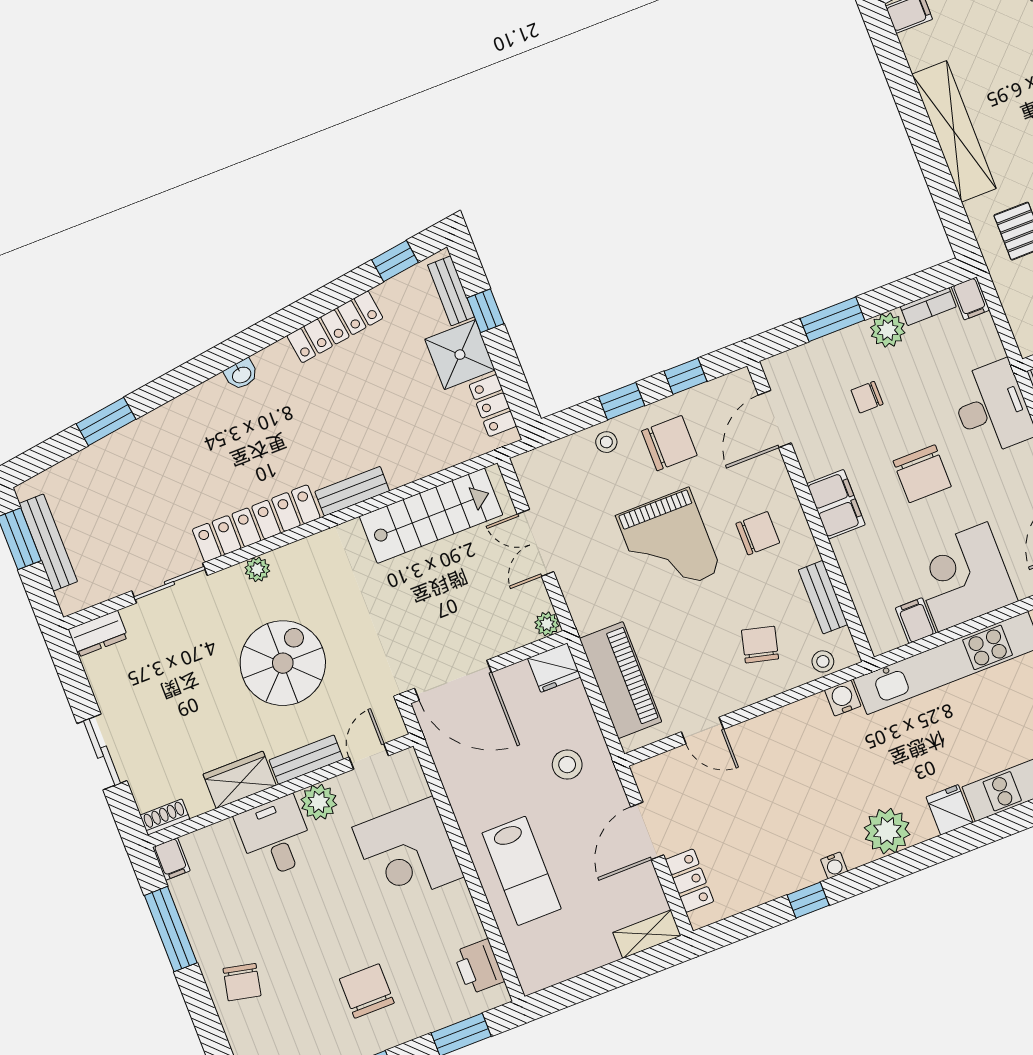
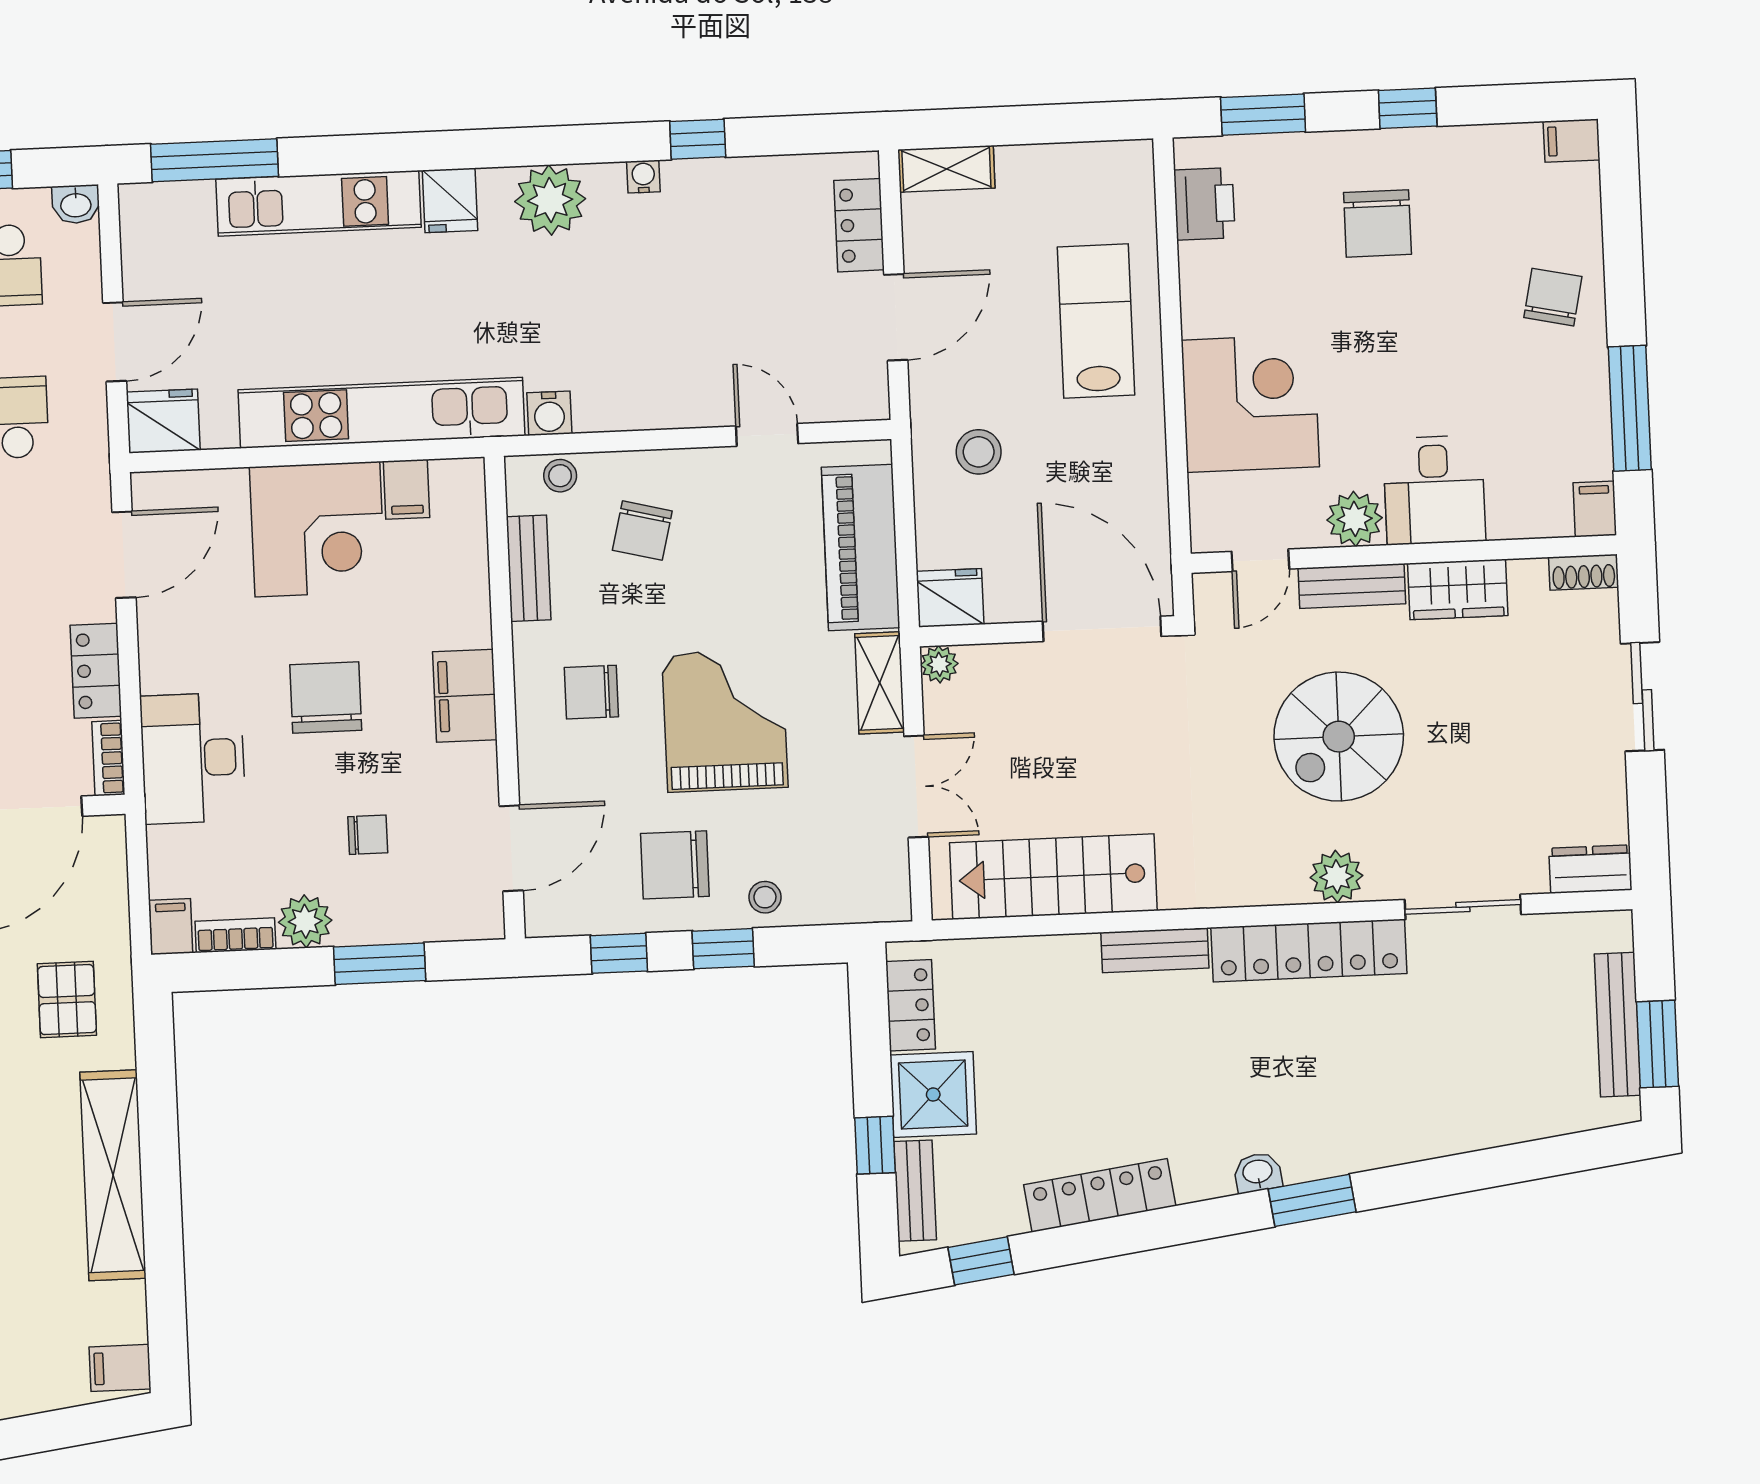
window: (106, 422) -> (1312, 1200), moved
plant: (257, 569) -> (1337, 877), width x1.38, depth x1.38
shelving: (580, 600) -> (880, 683), added

